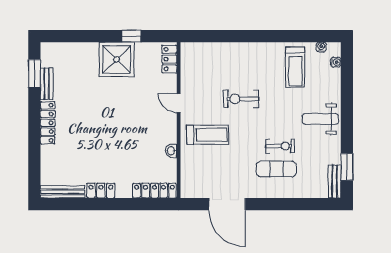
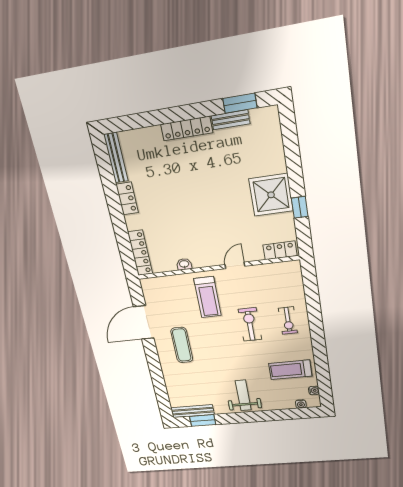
exercise bike: (280, 146) -> (288, 321), moved
exercise mat: (276, 169) -> (182, 345), moved
bench: (335, 182) -> (192, 411), width x1.36

